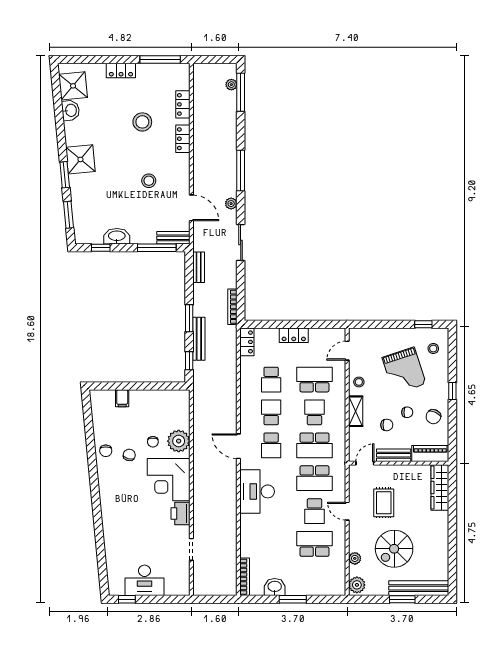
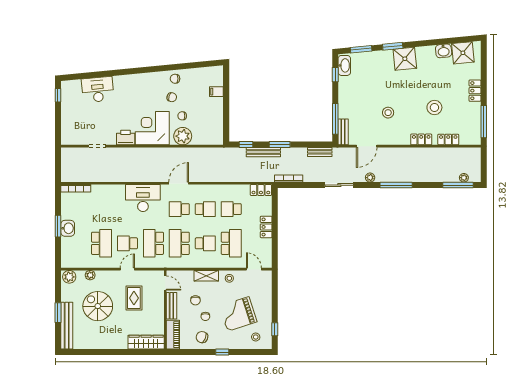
washbasin: (117, 236) -> (344, 65), moved
rug: (384, 503) -> (134, 298), turned 90
desk: (145, 580) -> (98, 90), moved, turned 85
washbasin: (275, 587) -> (68, 228), moved

